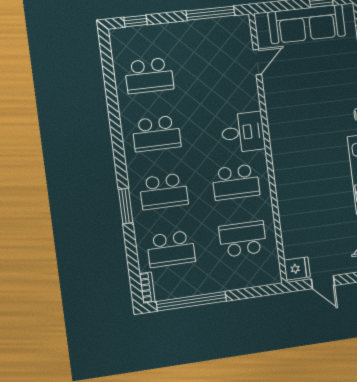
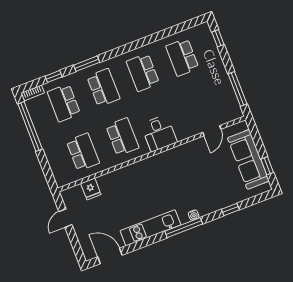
door: (257, 62) -> (212, 131), hinge flipped
school desk: (236, 182) -> (122, 137), turned 180
school desk: (164, 191) -> (103, 88), turned 180
window: (132, 254) -> (54, 76), added
fridge: (297, 269) -> (91, 189), moved

